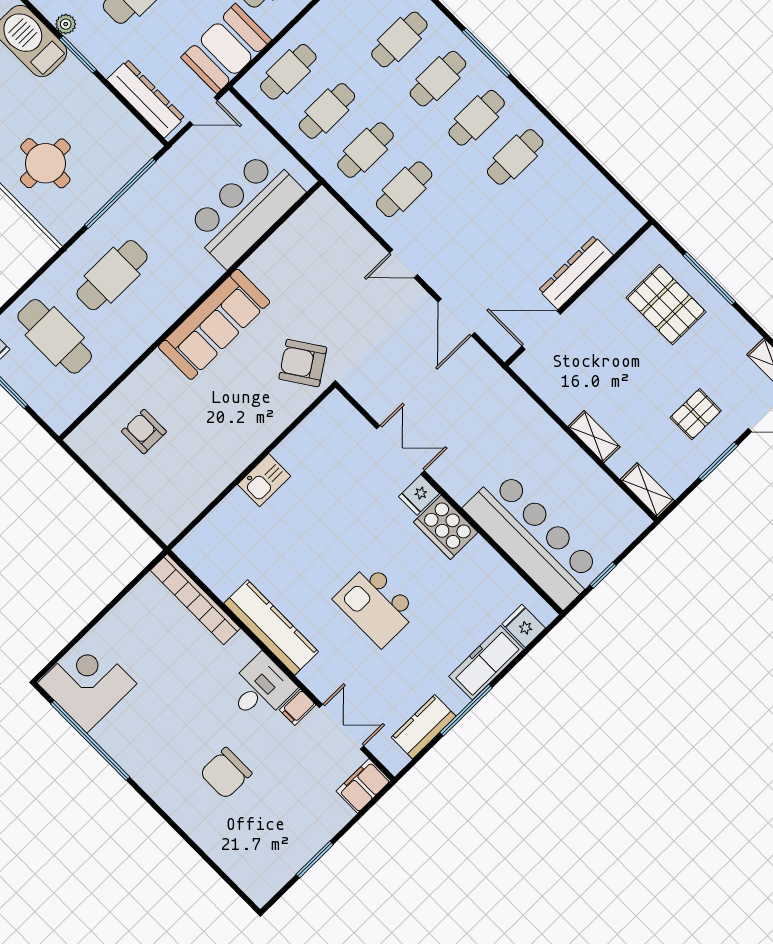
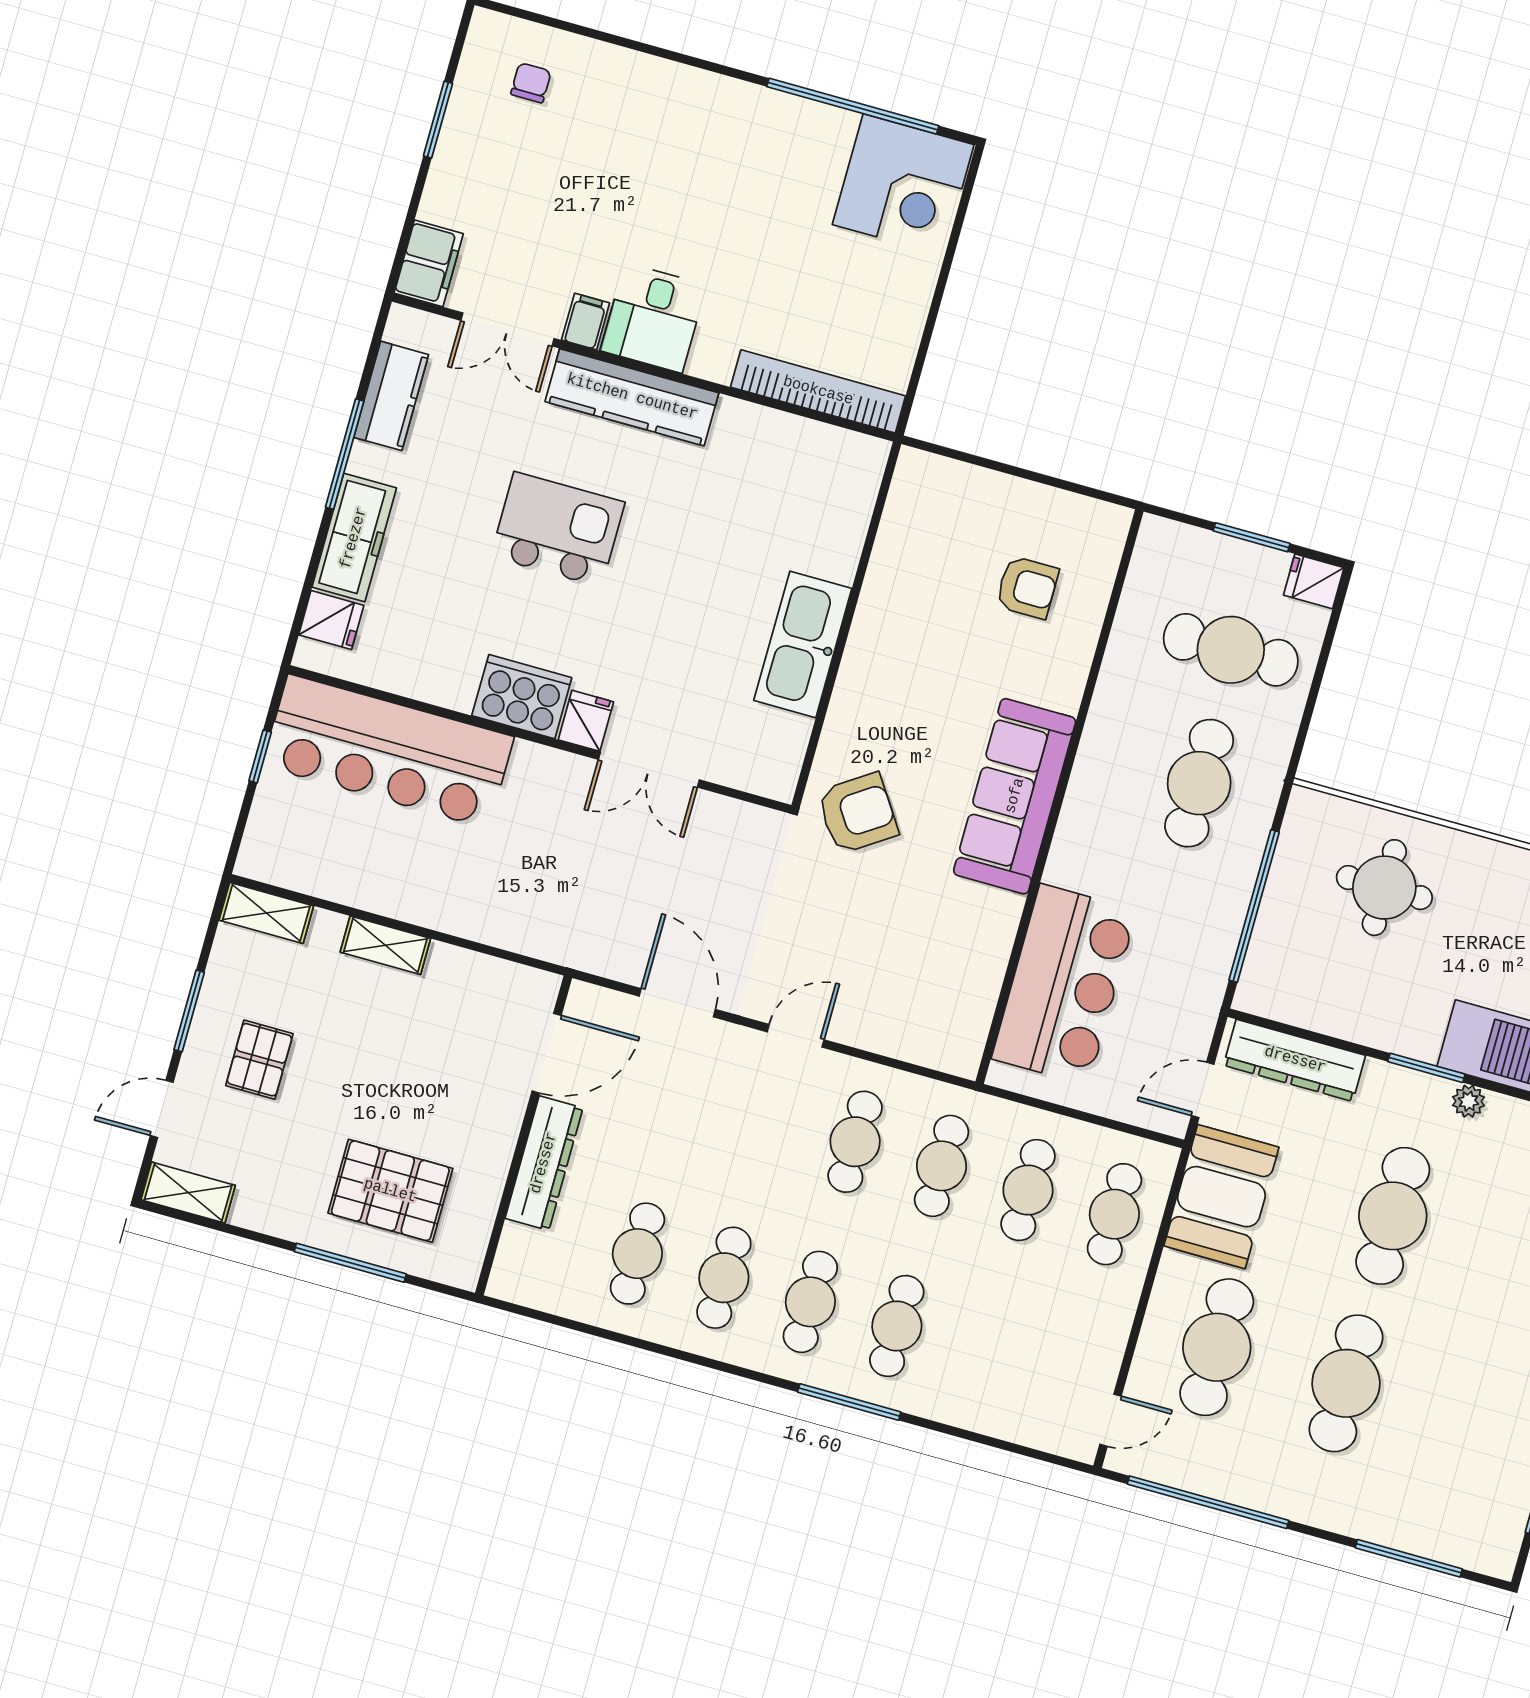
cafe table: (399, 39) -> (637, 1254), moved
kitchen sink: (264, 480) -> (803, 644), width x1.87, depth x1.24
kitchen counter: (271, 628) -> (632, 397), moved
chair: (226, 773) -> (531, 83), moved, width x0.54, depth x0.54

